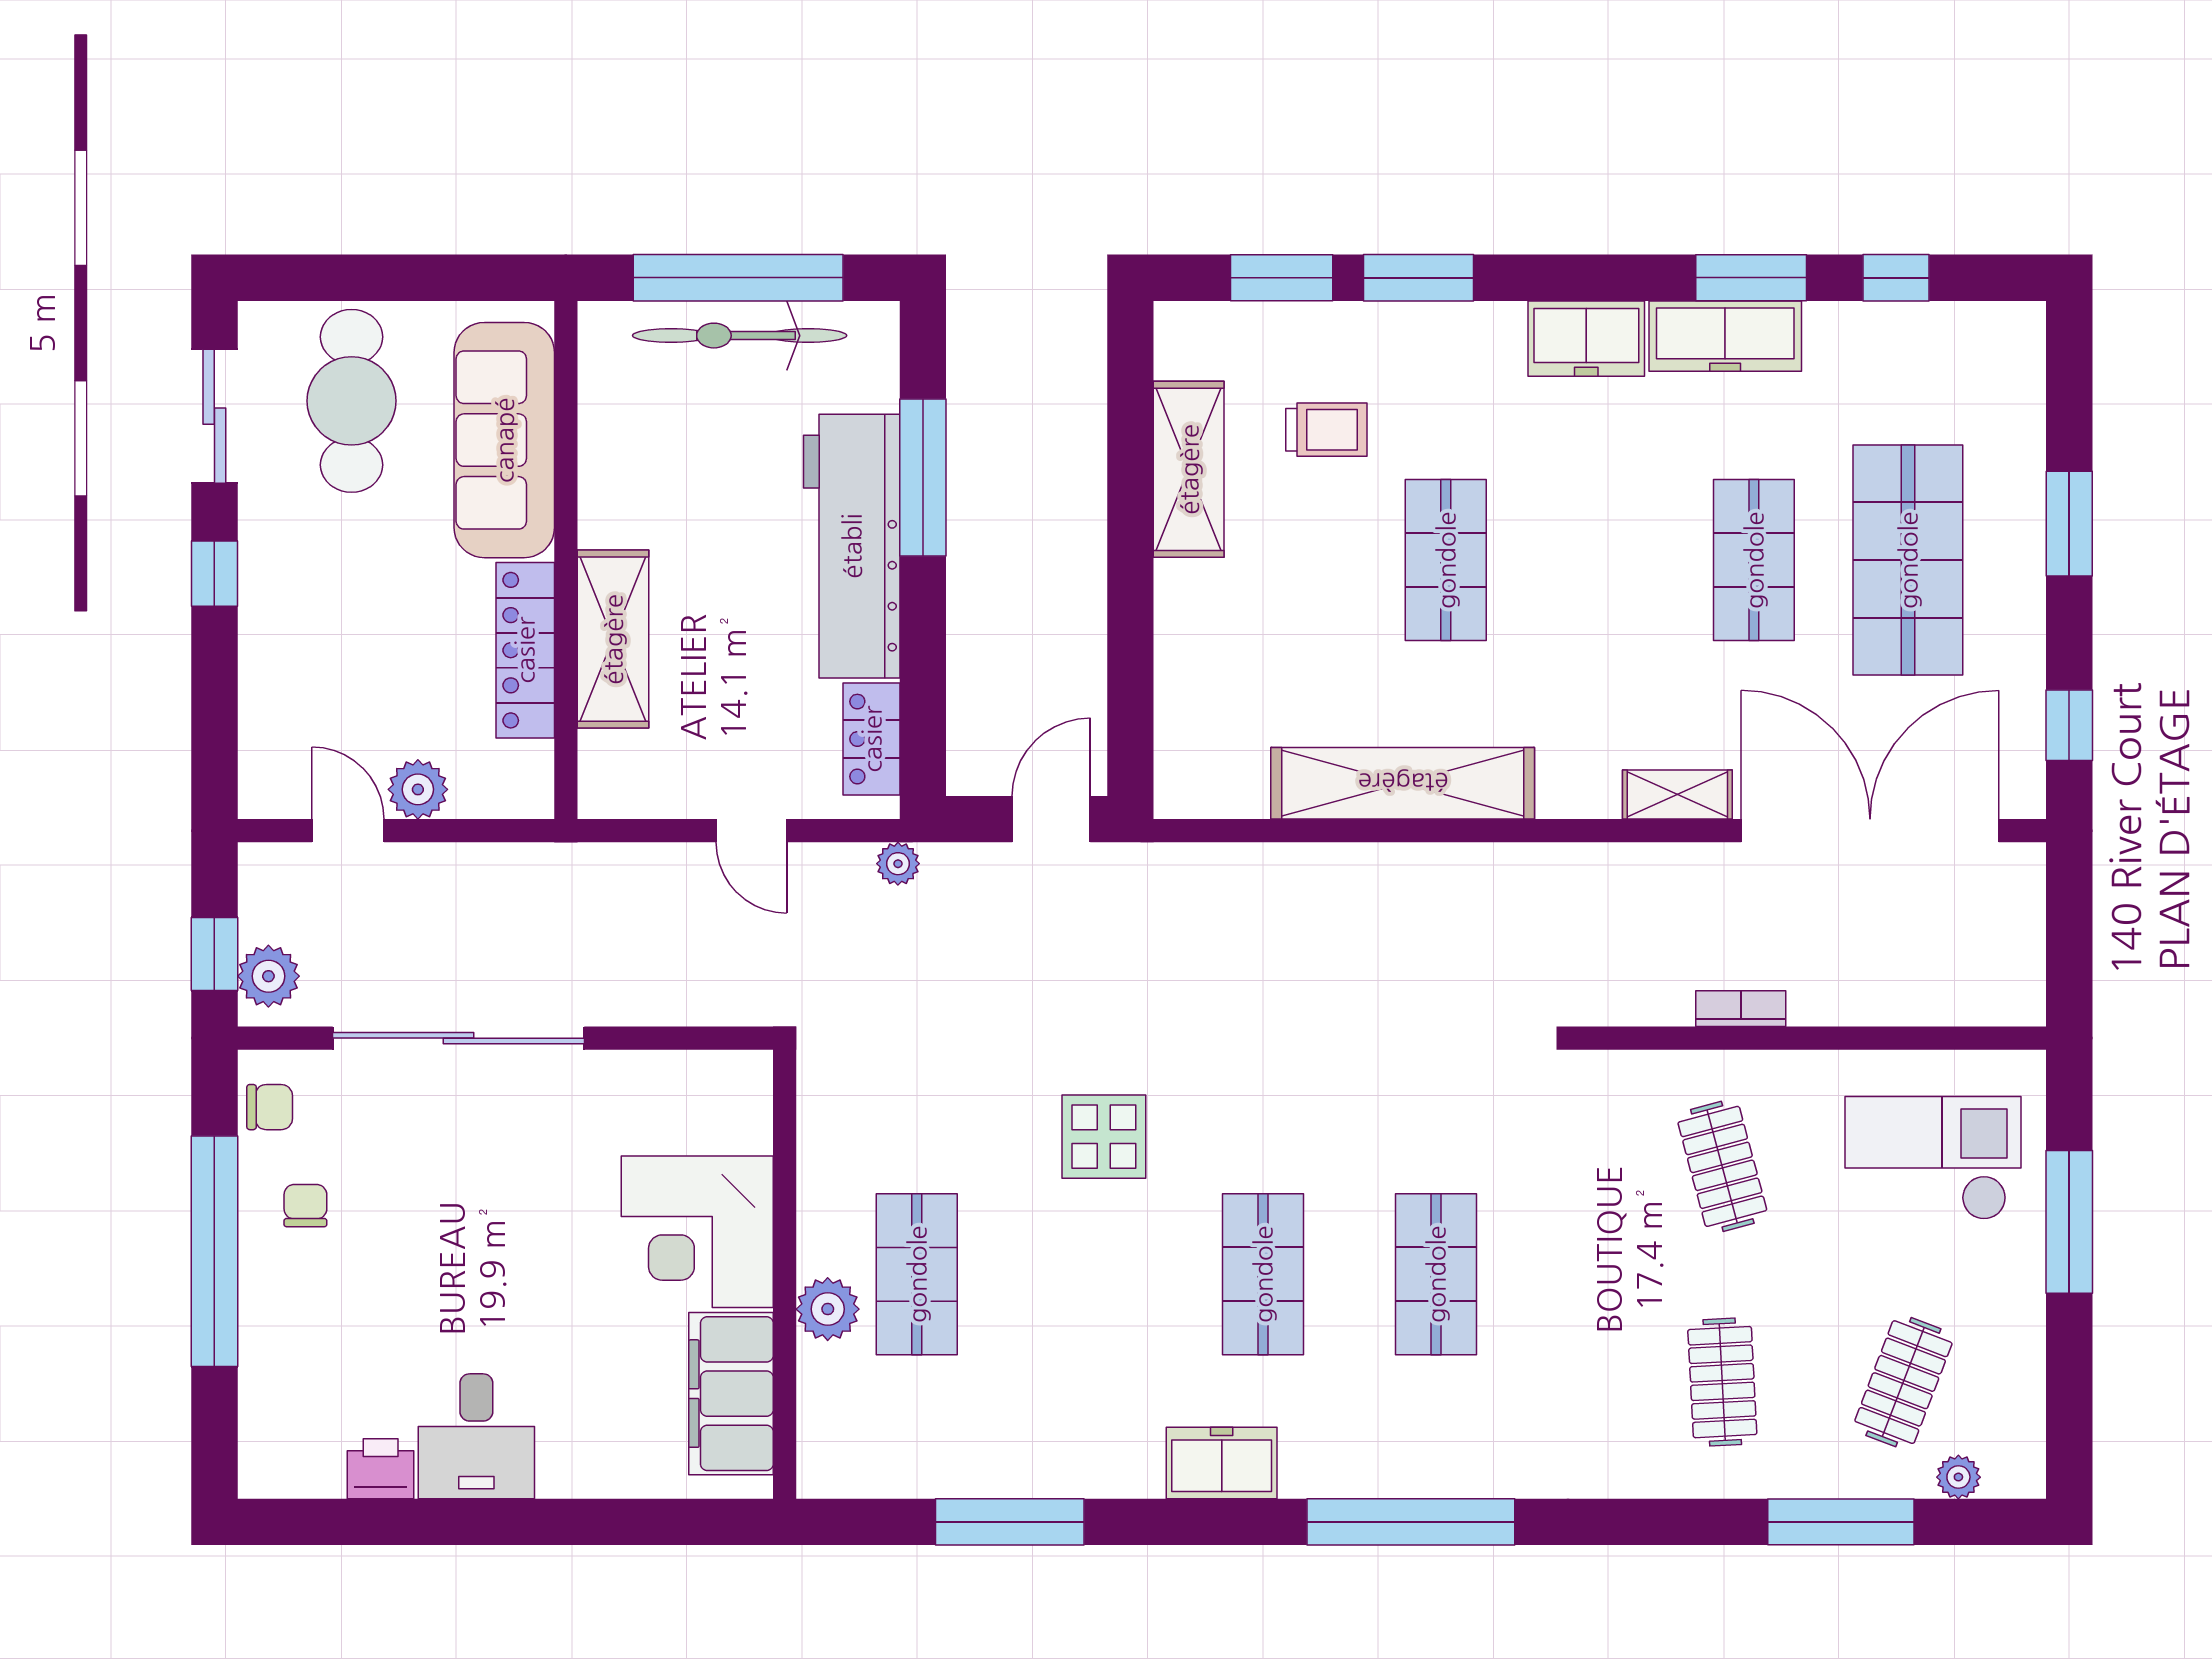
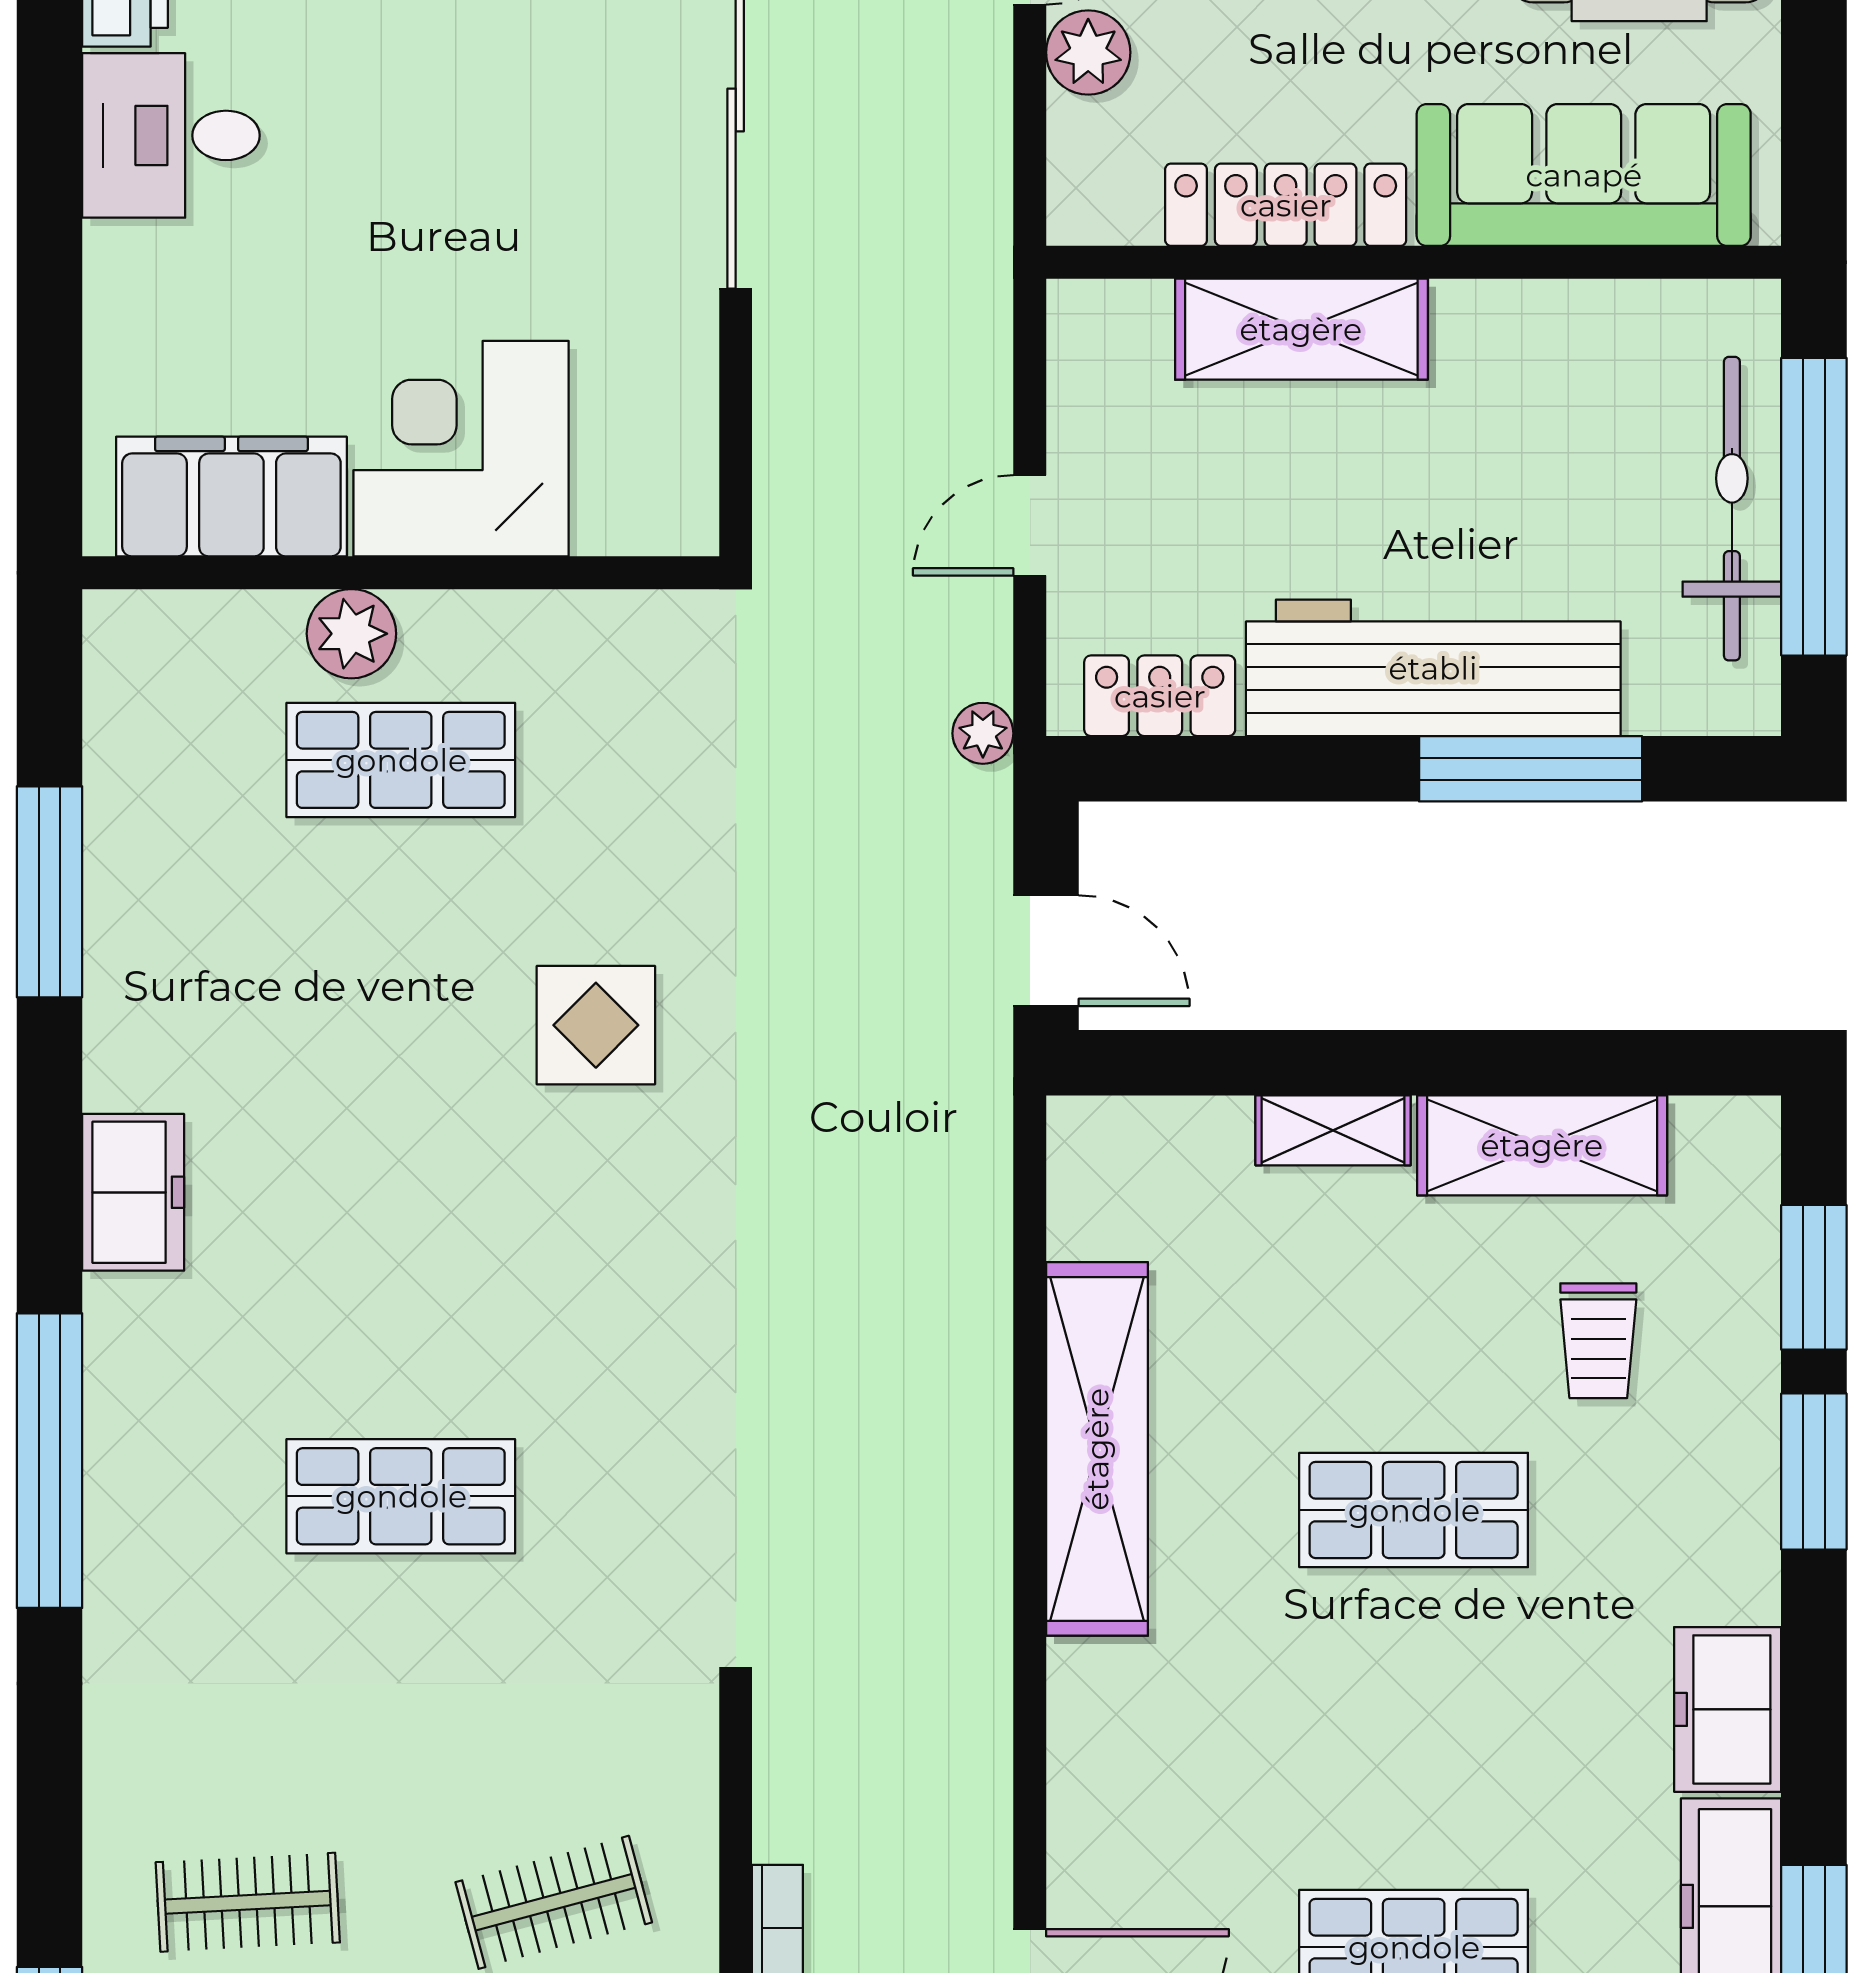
shelving: (1677, 795) -> (1333, 1130), moved, turned 90
shop shelf: (1263, 1274) -> (401, 1251), removed

